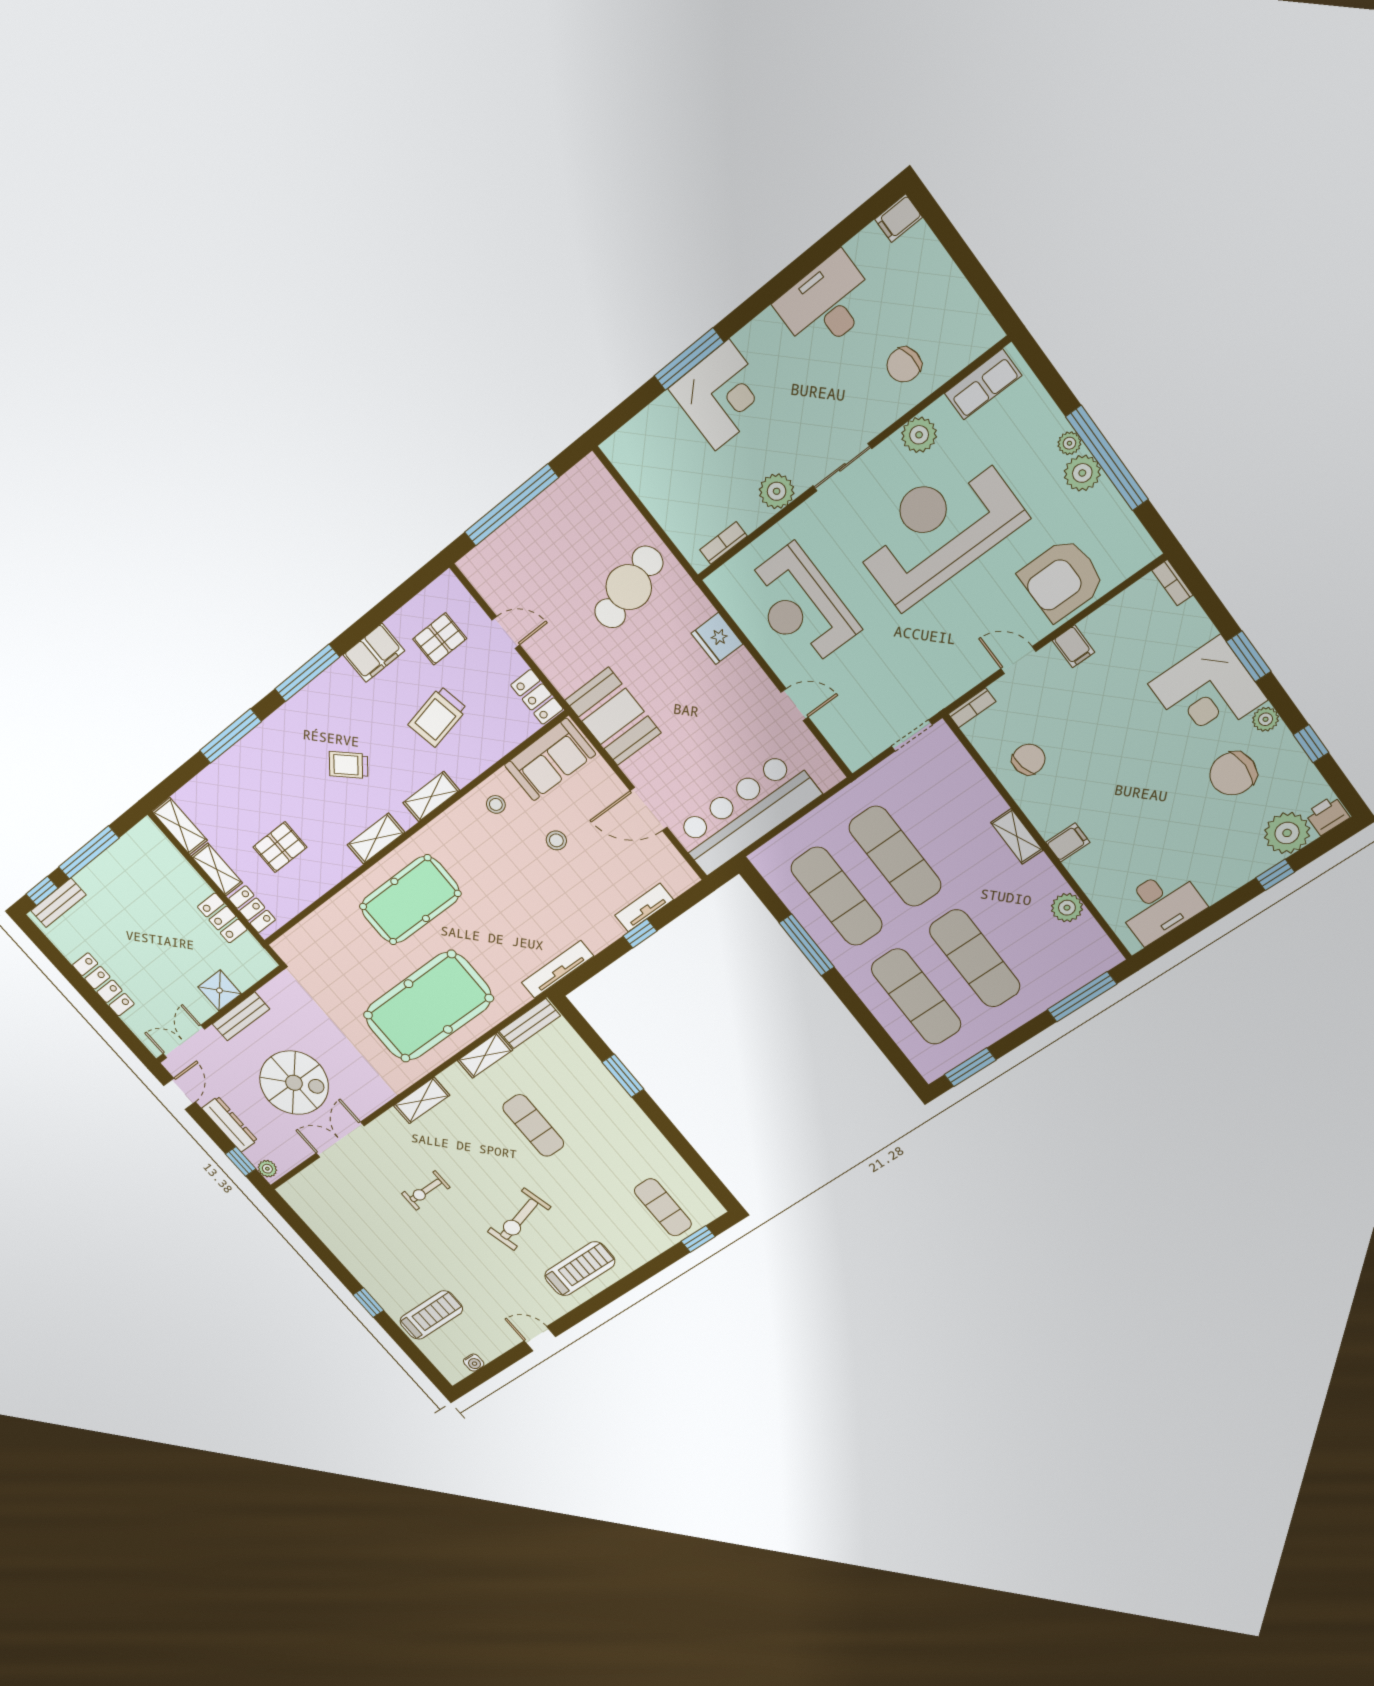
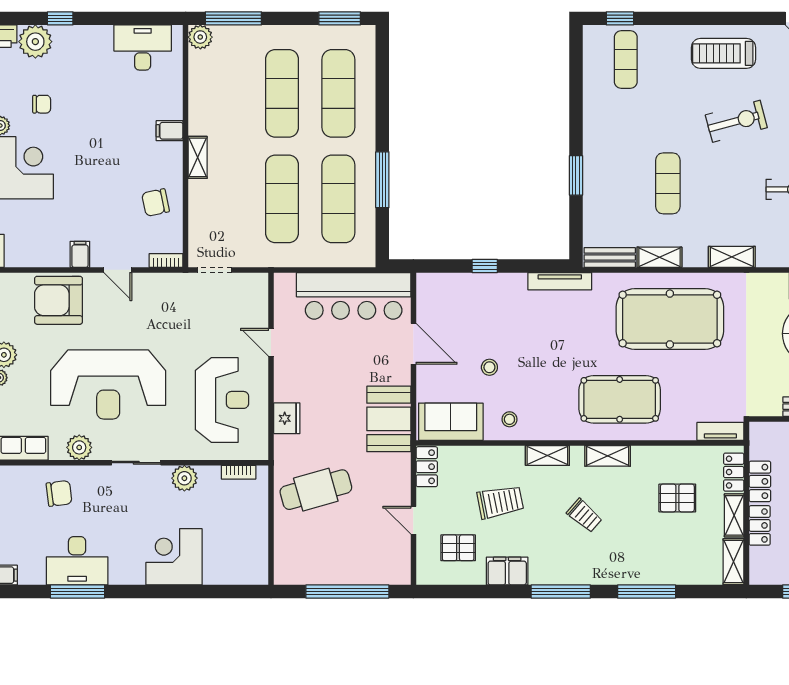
window: (689, 359) -> (78, 592), moved
armchair: (1062, 579) -> (58, 300), turned 180
chair: (1233, 774) -> (42, 104), width x0.54, depth x0.54
locker: (187, 877) -> (760, 525), added
tv unit: (644, 907) -> (720, 431), moved, turned 180
plant: (1067, 908) -> (200, 37), moved

